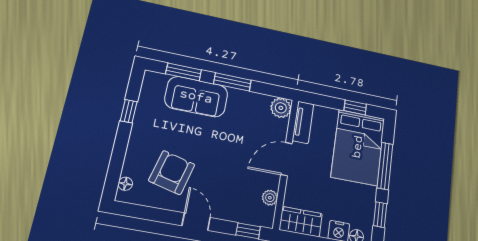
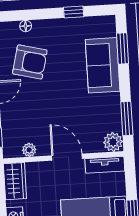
window: (232, 82) -> (127, 118), moved
floor lamp: (125, 184) -> (26, 26), moved

